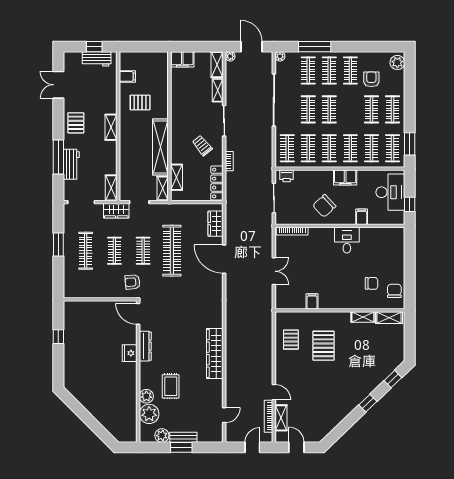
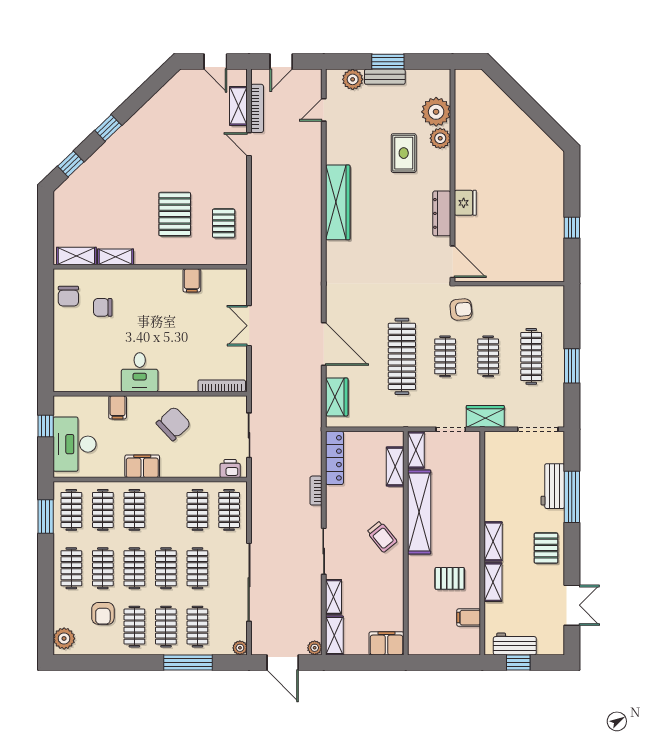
trolley: (202, 146) -> (382, 537), moved
clothes rail: (329, 148) -> (134, 568), moved
shelving: (111, 188) -> (493, 582), moved
plant: (162, 436) -> (353, 79), moved

